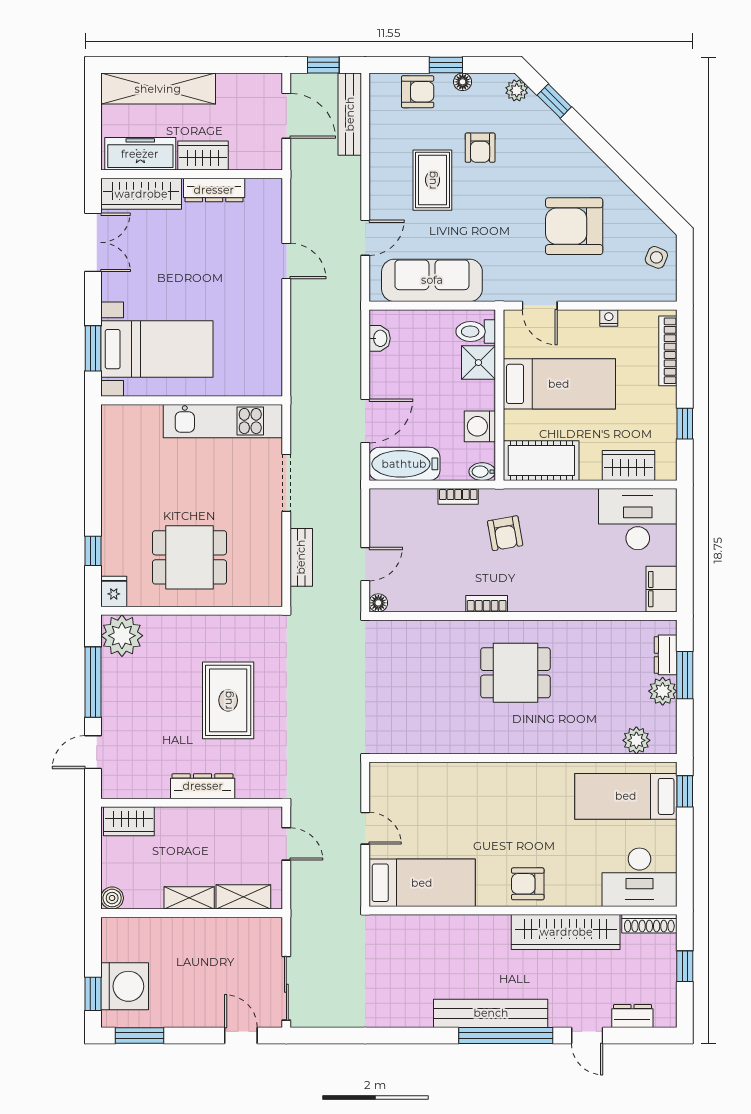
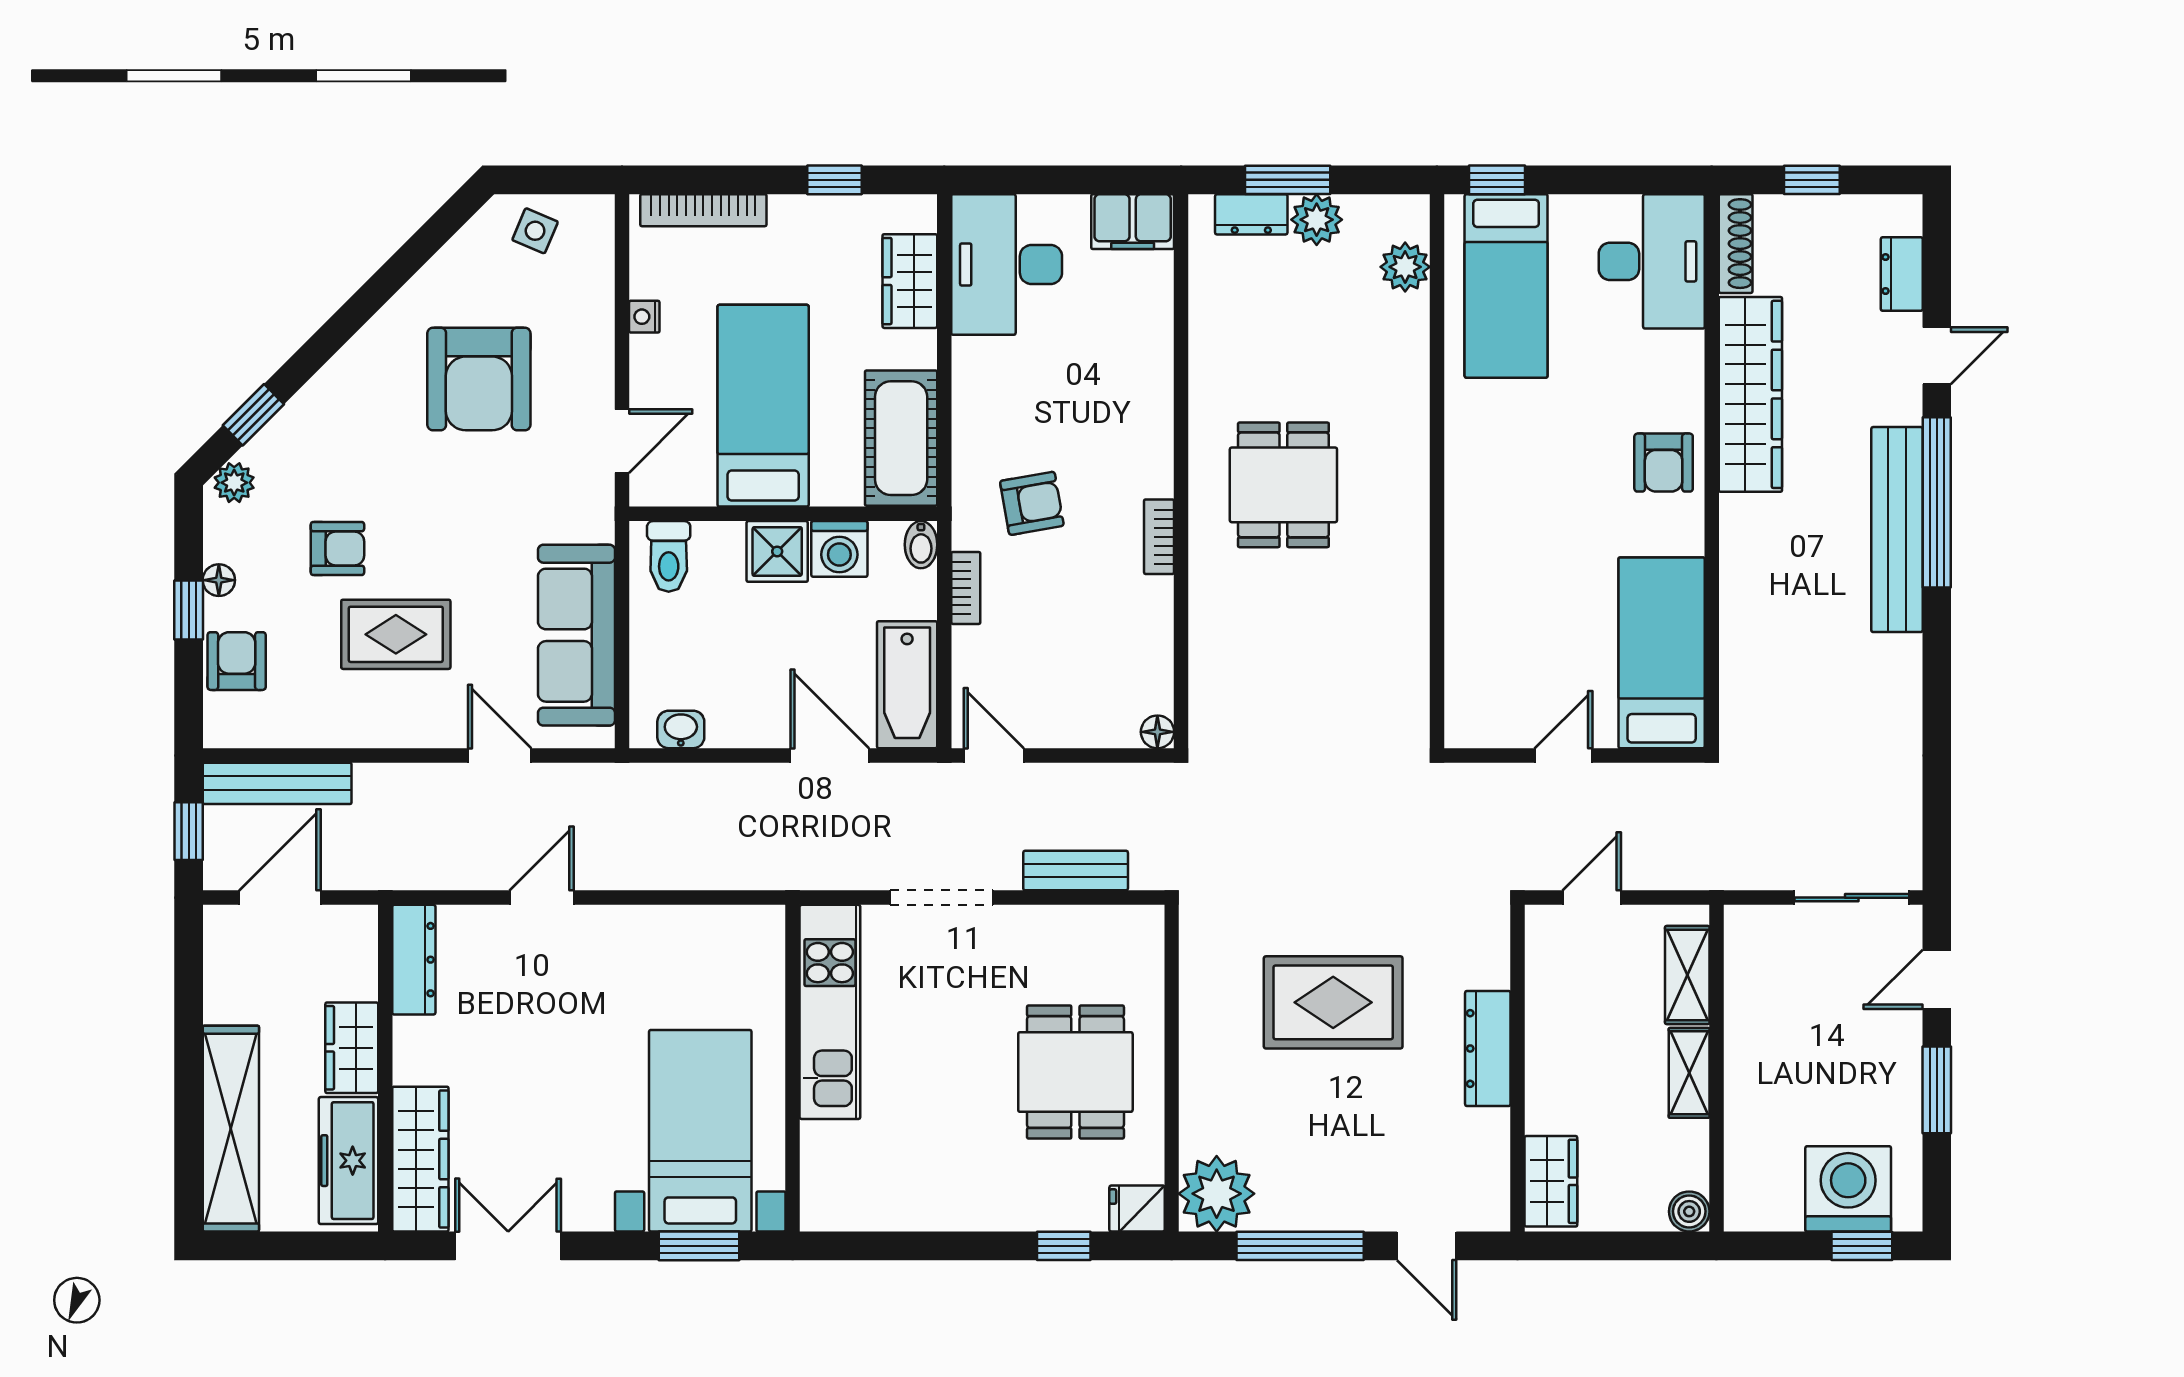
dresser: (214, 190) -> (414, 960), moved
shower: (478, 363) -> (777, 551), moved
door: (365, 564) -> (994, 755), moved
window: (139, 1035) -> (1937, 1090), moved

